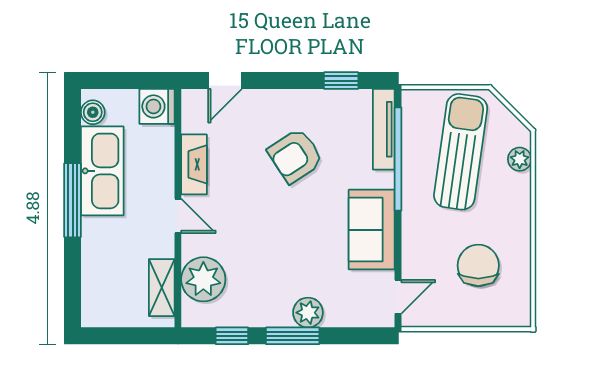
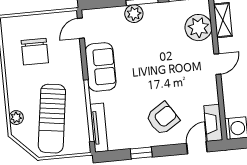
window: (341, 81) -> (141, 153), moved
armchair: (295, 156) -> (163, 118), moved
fireplace: (194, 164) -> (213, 123), moved
door: (178, 216) -> (217, 64), swing flipped

